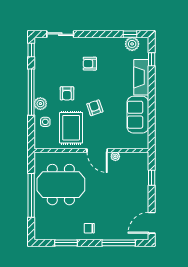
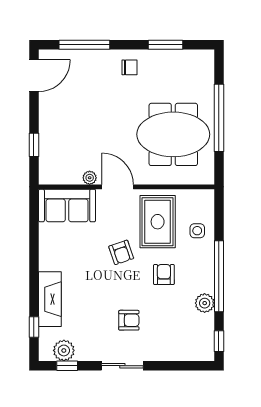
sliding door: (60, 34) -> (122, 366), moved
plant: (40, 104) -> (205, 303), moved
sofa: (138, 115) -> (67, 205), moved, turned 90

